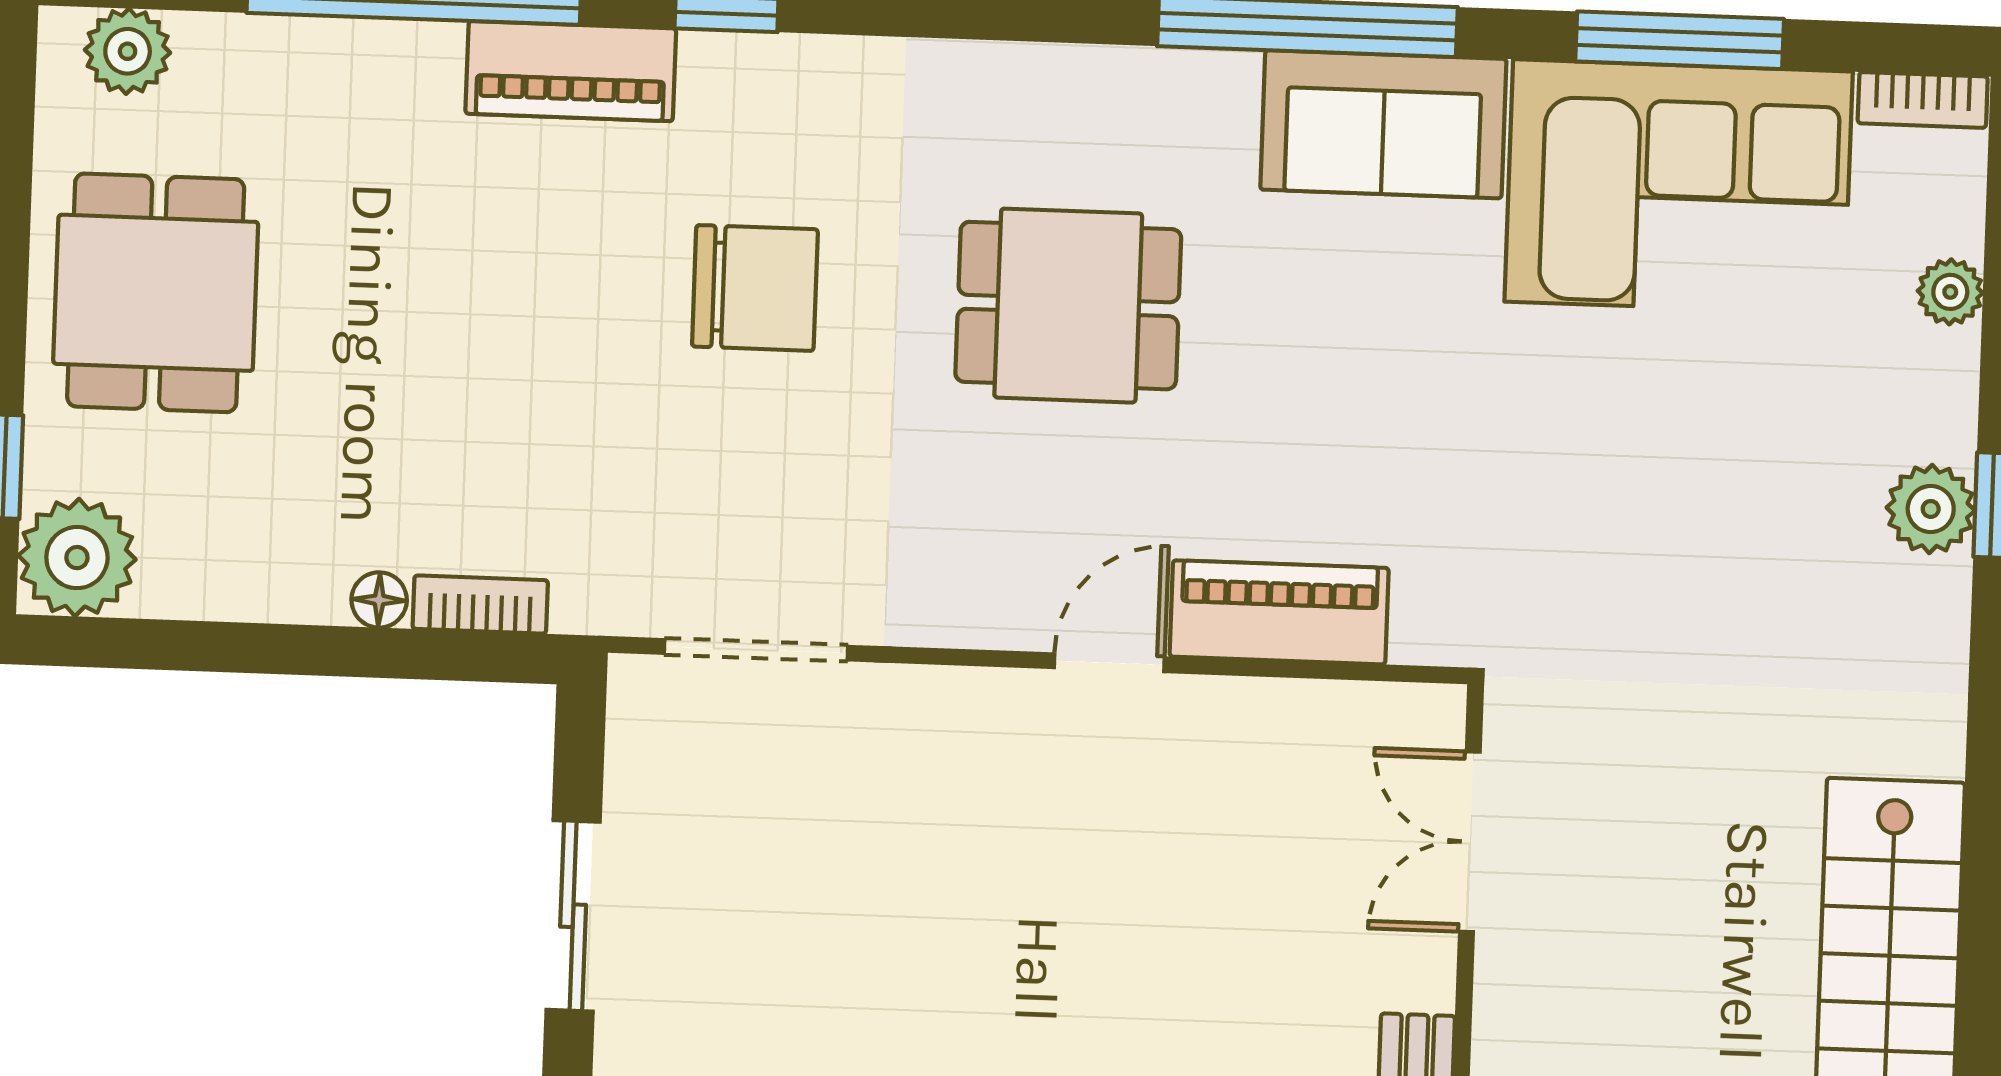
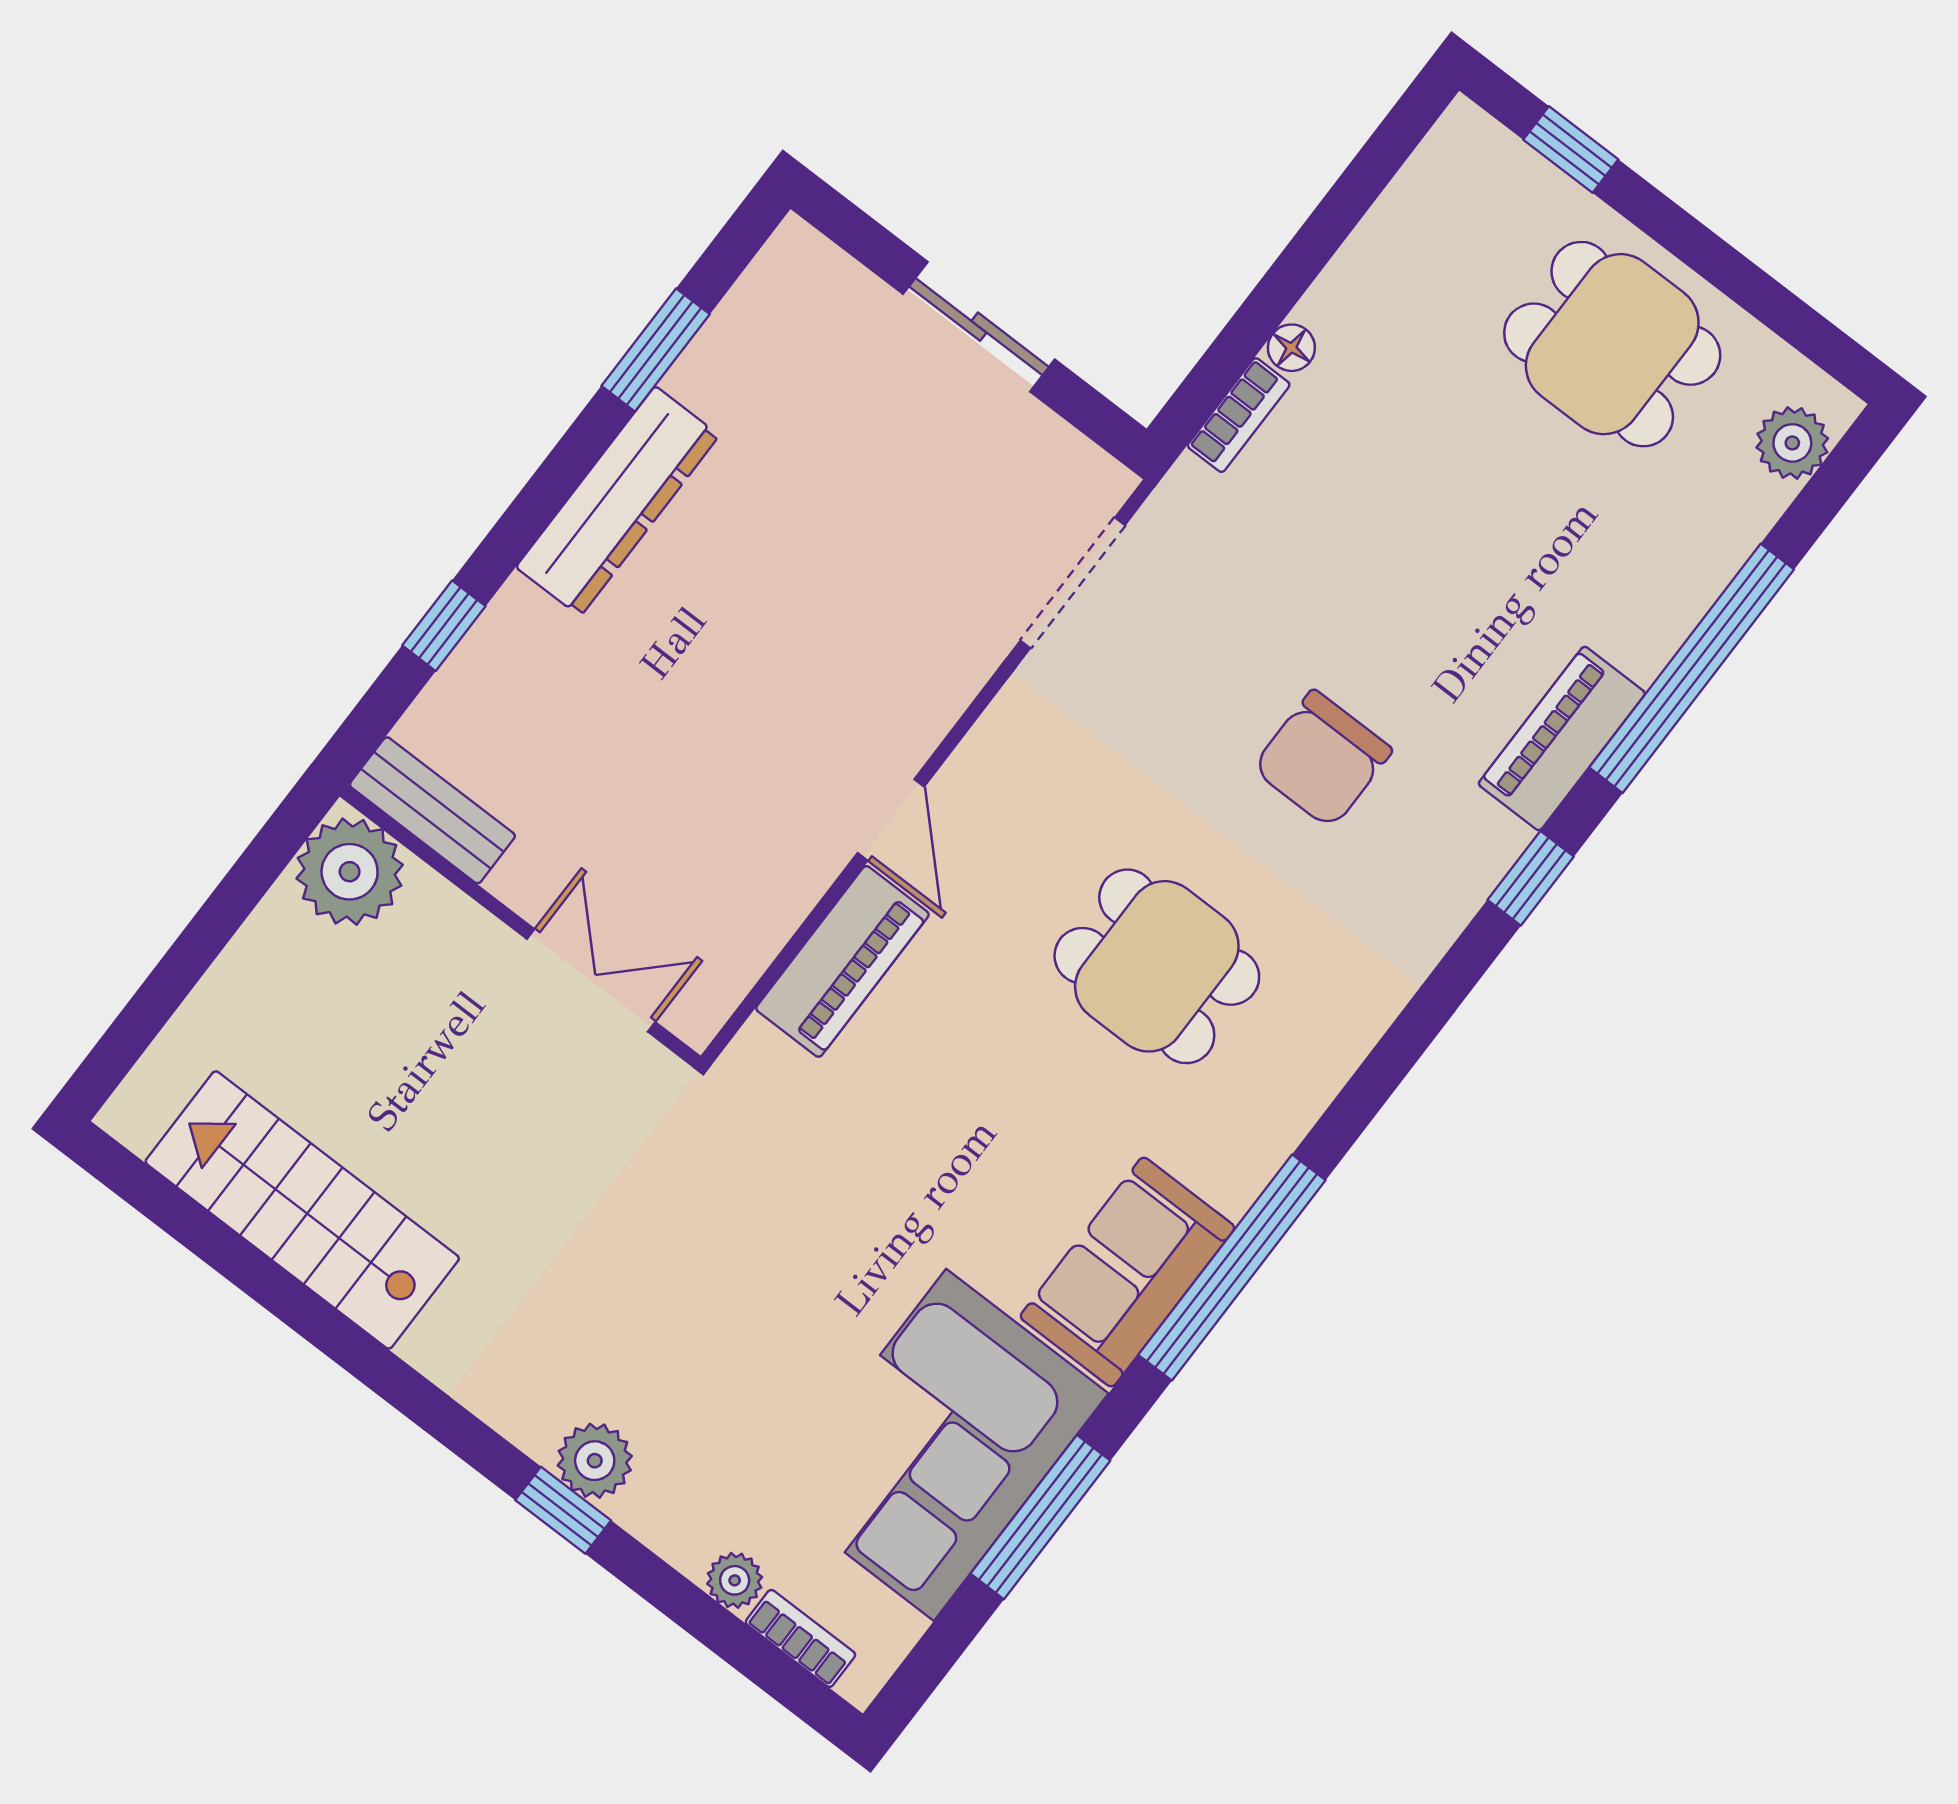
bookcase: (1923, 100) -> (800, 1638), moved, turned 90
dining table: (1068, 306) -> (1157, 966), turned 90
plant: (77, 558) -> (1468, 160), removed

